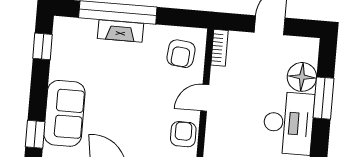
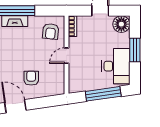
floor lamp: (302, 77) -> (121, 24), moved
armchair: (183, 134) -> (31, 78), moved

